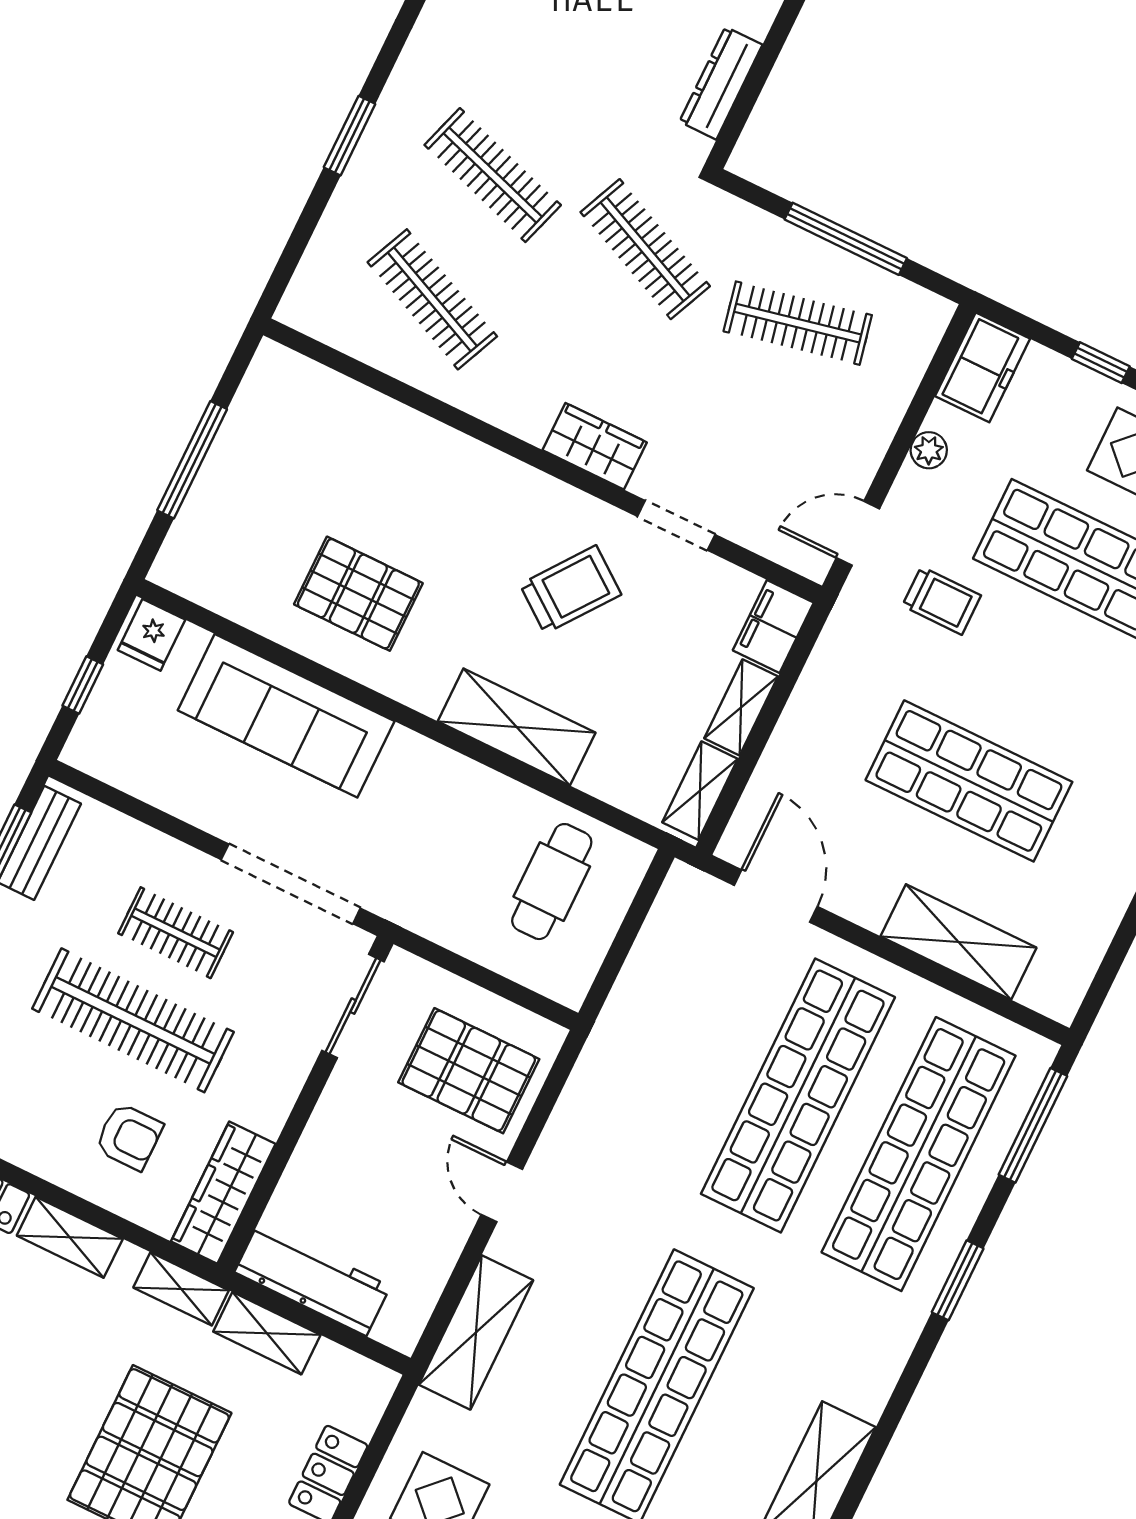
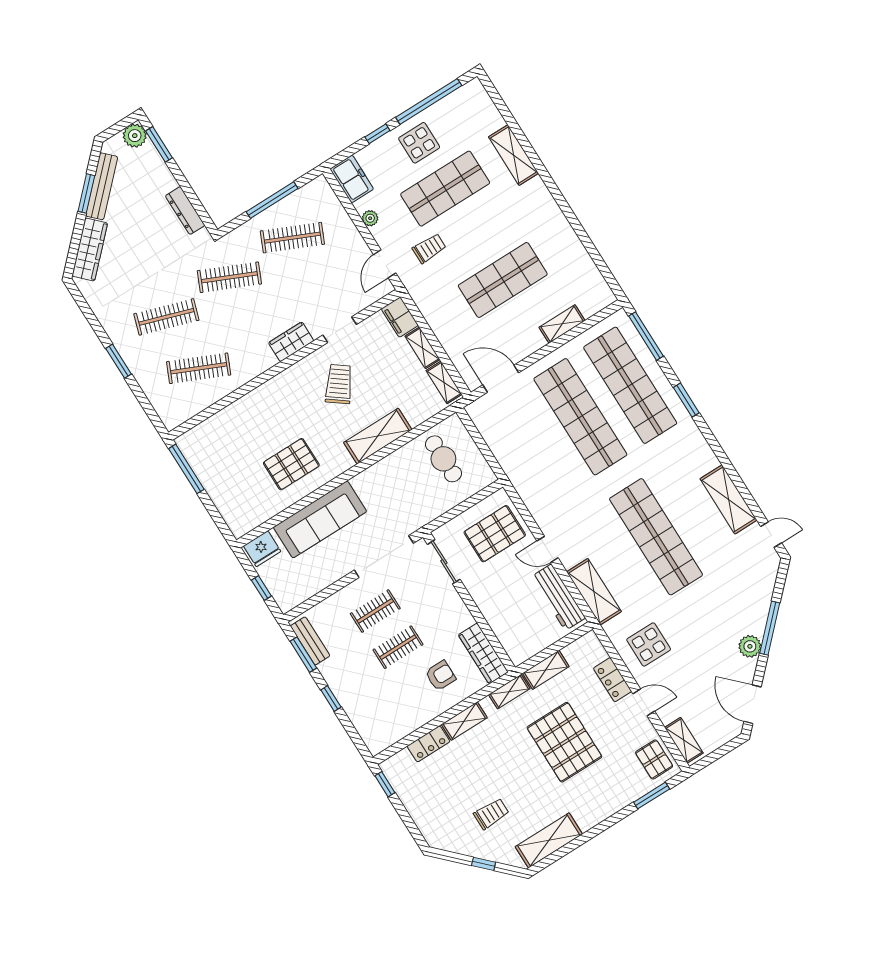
clothes rail: (798, 323) -> (292, 238), turned 36
window: (192, 460) -> (186, 469), moved
fridge: (151, 635) -> (262, 549), width x1.38
shelving: (958, 942) -> (562, 324), width x0.67, depth x0.75
clothes rail: (133, 1020) -> (398, 647), width x0.54, depth x0.76
workbench: (312, 1279) -> (558, 597), moved, turned -90

